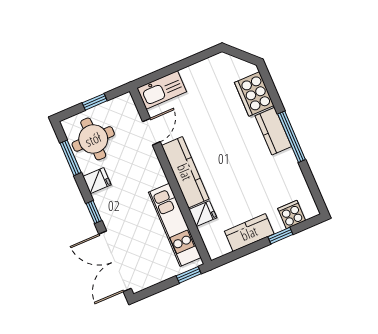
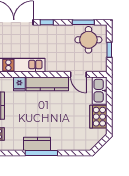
cooker: (254, 94) -> (98, 117), moved, turned -90
kitchen counter: (273, 131) -> (37, 144), moved
fridge: (97, 181) -> (64, 32), removed

